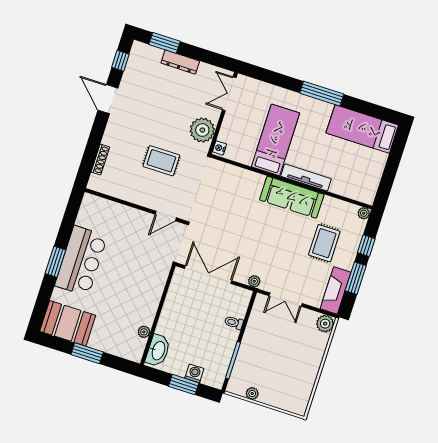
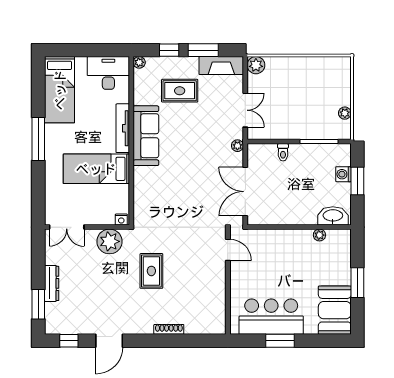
desk: (363, 181) -> (108, 73), added
wall: (135, 206) -> (228, 282), moved
door: (166, 216) -> (228, 250), moved

